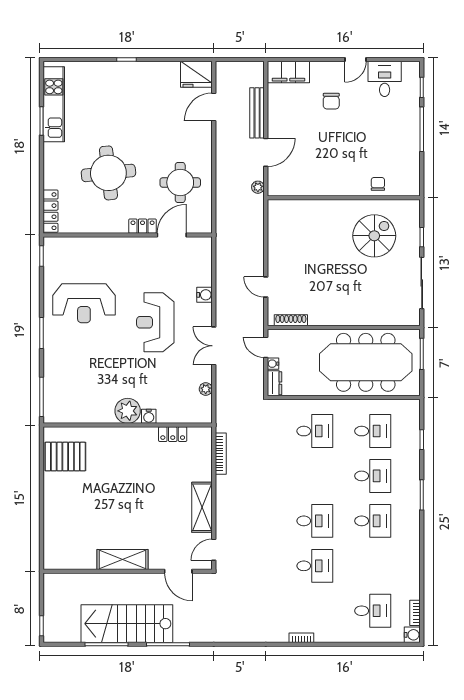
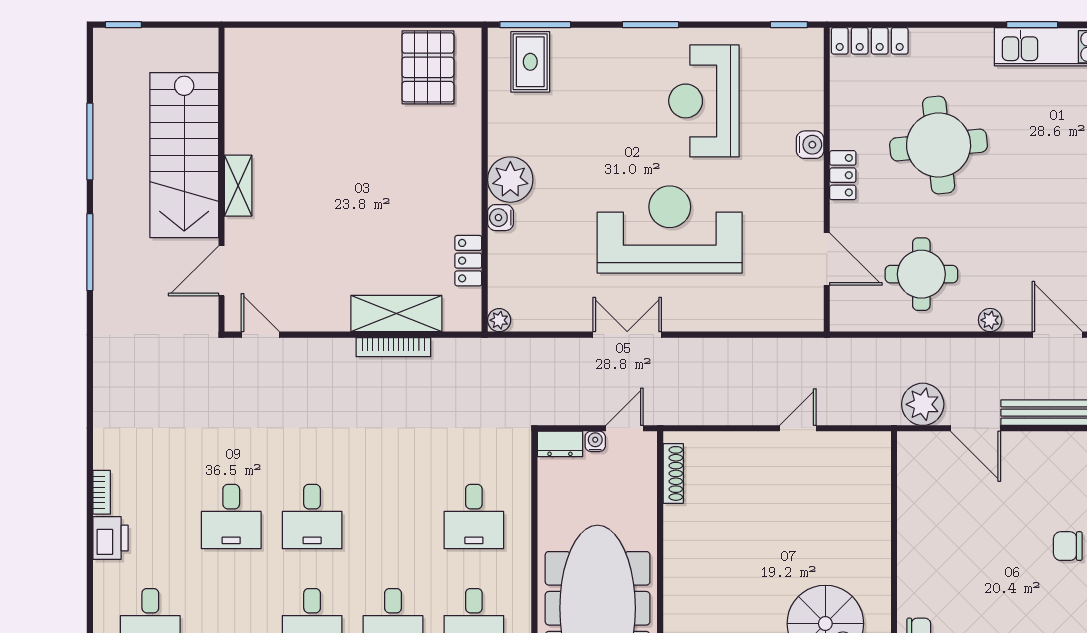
plant: (206, 144) -> (990, 320), added
plant: (258, 187) -> (923, 404), width x1.87, depth x1.87
locker: (143, 226) -> (843, 175), moved
door: (266, 287) -> (798, 428), moved
water cooler: (205, 295) -> (810, 145), moved, turned -90
reception desk: (155, 322) -> (670, 229), width x1.36, depth x1.30
plant: (206, 389) -> (499, 320), moved
rug: (62, 400) -> (530, 62), added
bookcase: (221, 454) -> (393, 347), moved
shelving: (202, 507) -> (396, 314), moved
shelving: (123, 559) -> (238, 186), width x0.67, depth x0.75
stairs: (127, 624) -> (184, 155), moved, turned 180
printer: (327, 633) -> (110, 538), added

